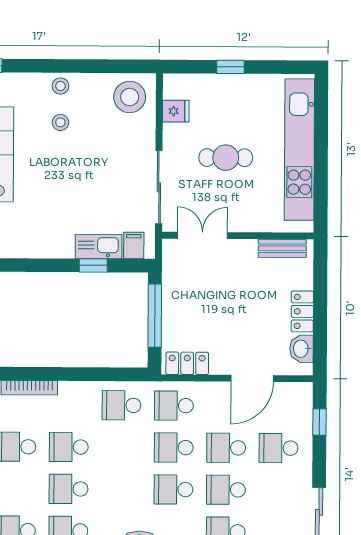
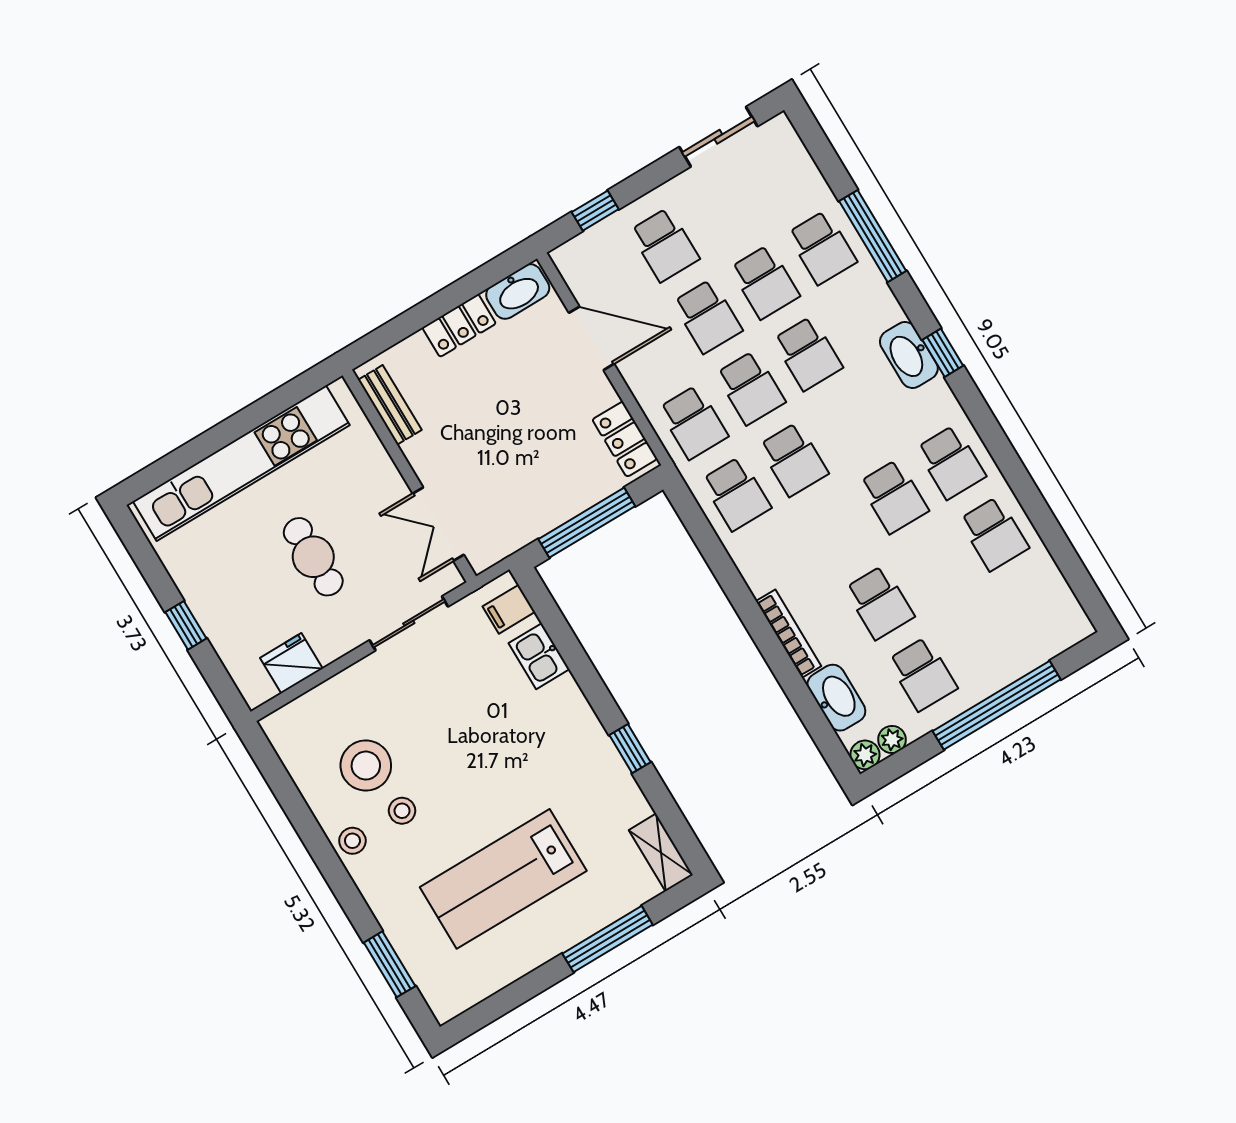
stool: (130, 97) -> (366, 766), moved
fridge: (176, 111) -> (291, 663), width x1.38
sliding door: (159, 187) -> (409, 623), width x0.73
kitchen sink: (99, 246) -> (539, 656), width x0.73
window: (93, 265) -> (630, 749), moved
washbasin: (301, 349) -> (518, 291), width x1.38
school desk: (69, 447) -> (793, 459), moved

